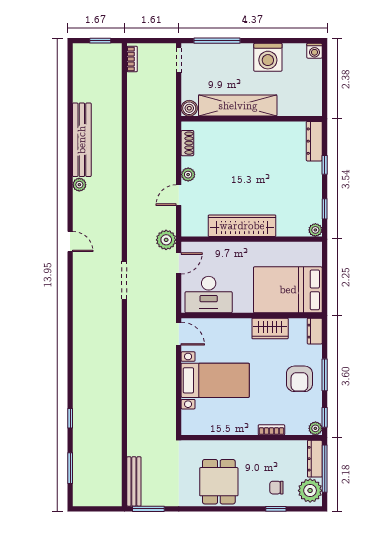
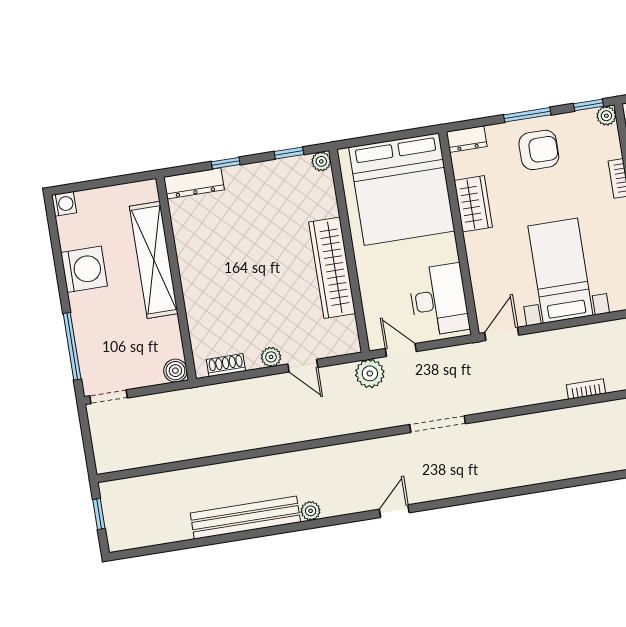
bookcase: (132, 59) -> (586, 389), moved
shelving: (238, 106) -> (154, 260), moved
bed: (288, 290) -> (402, 189), width x1.36

